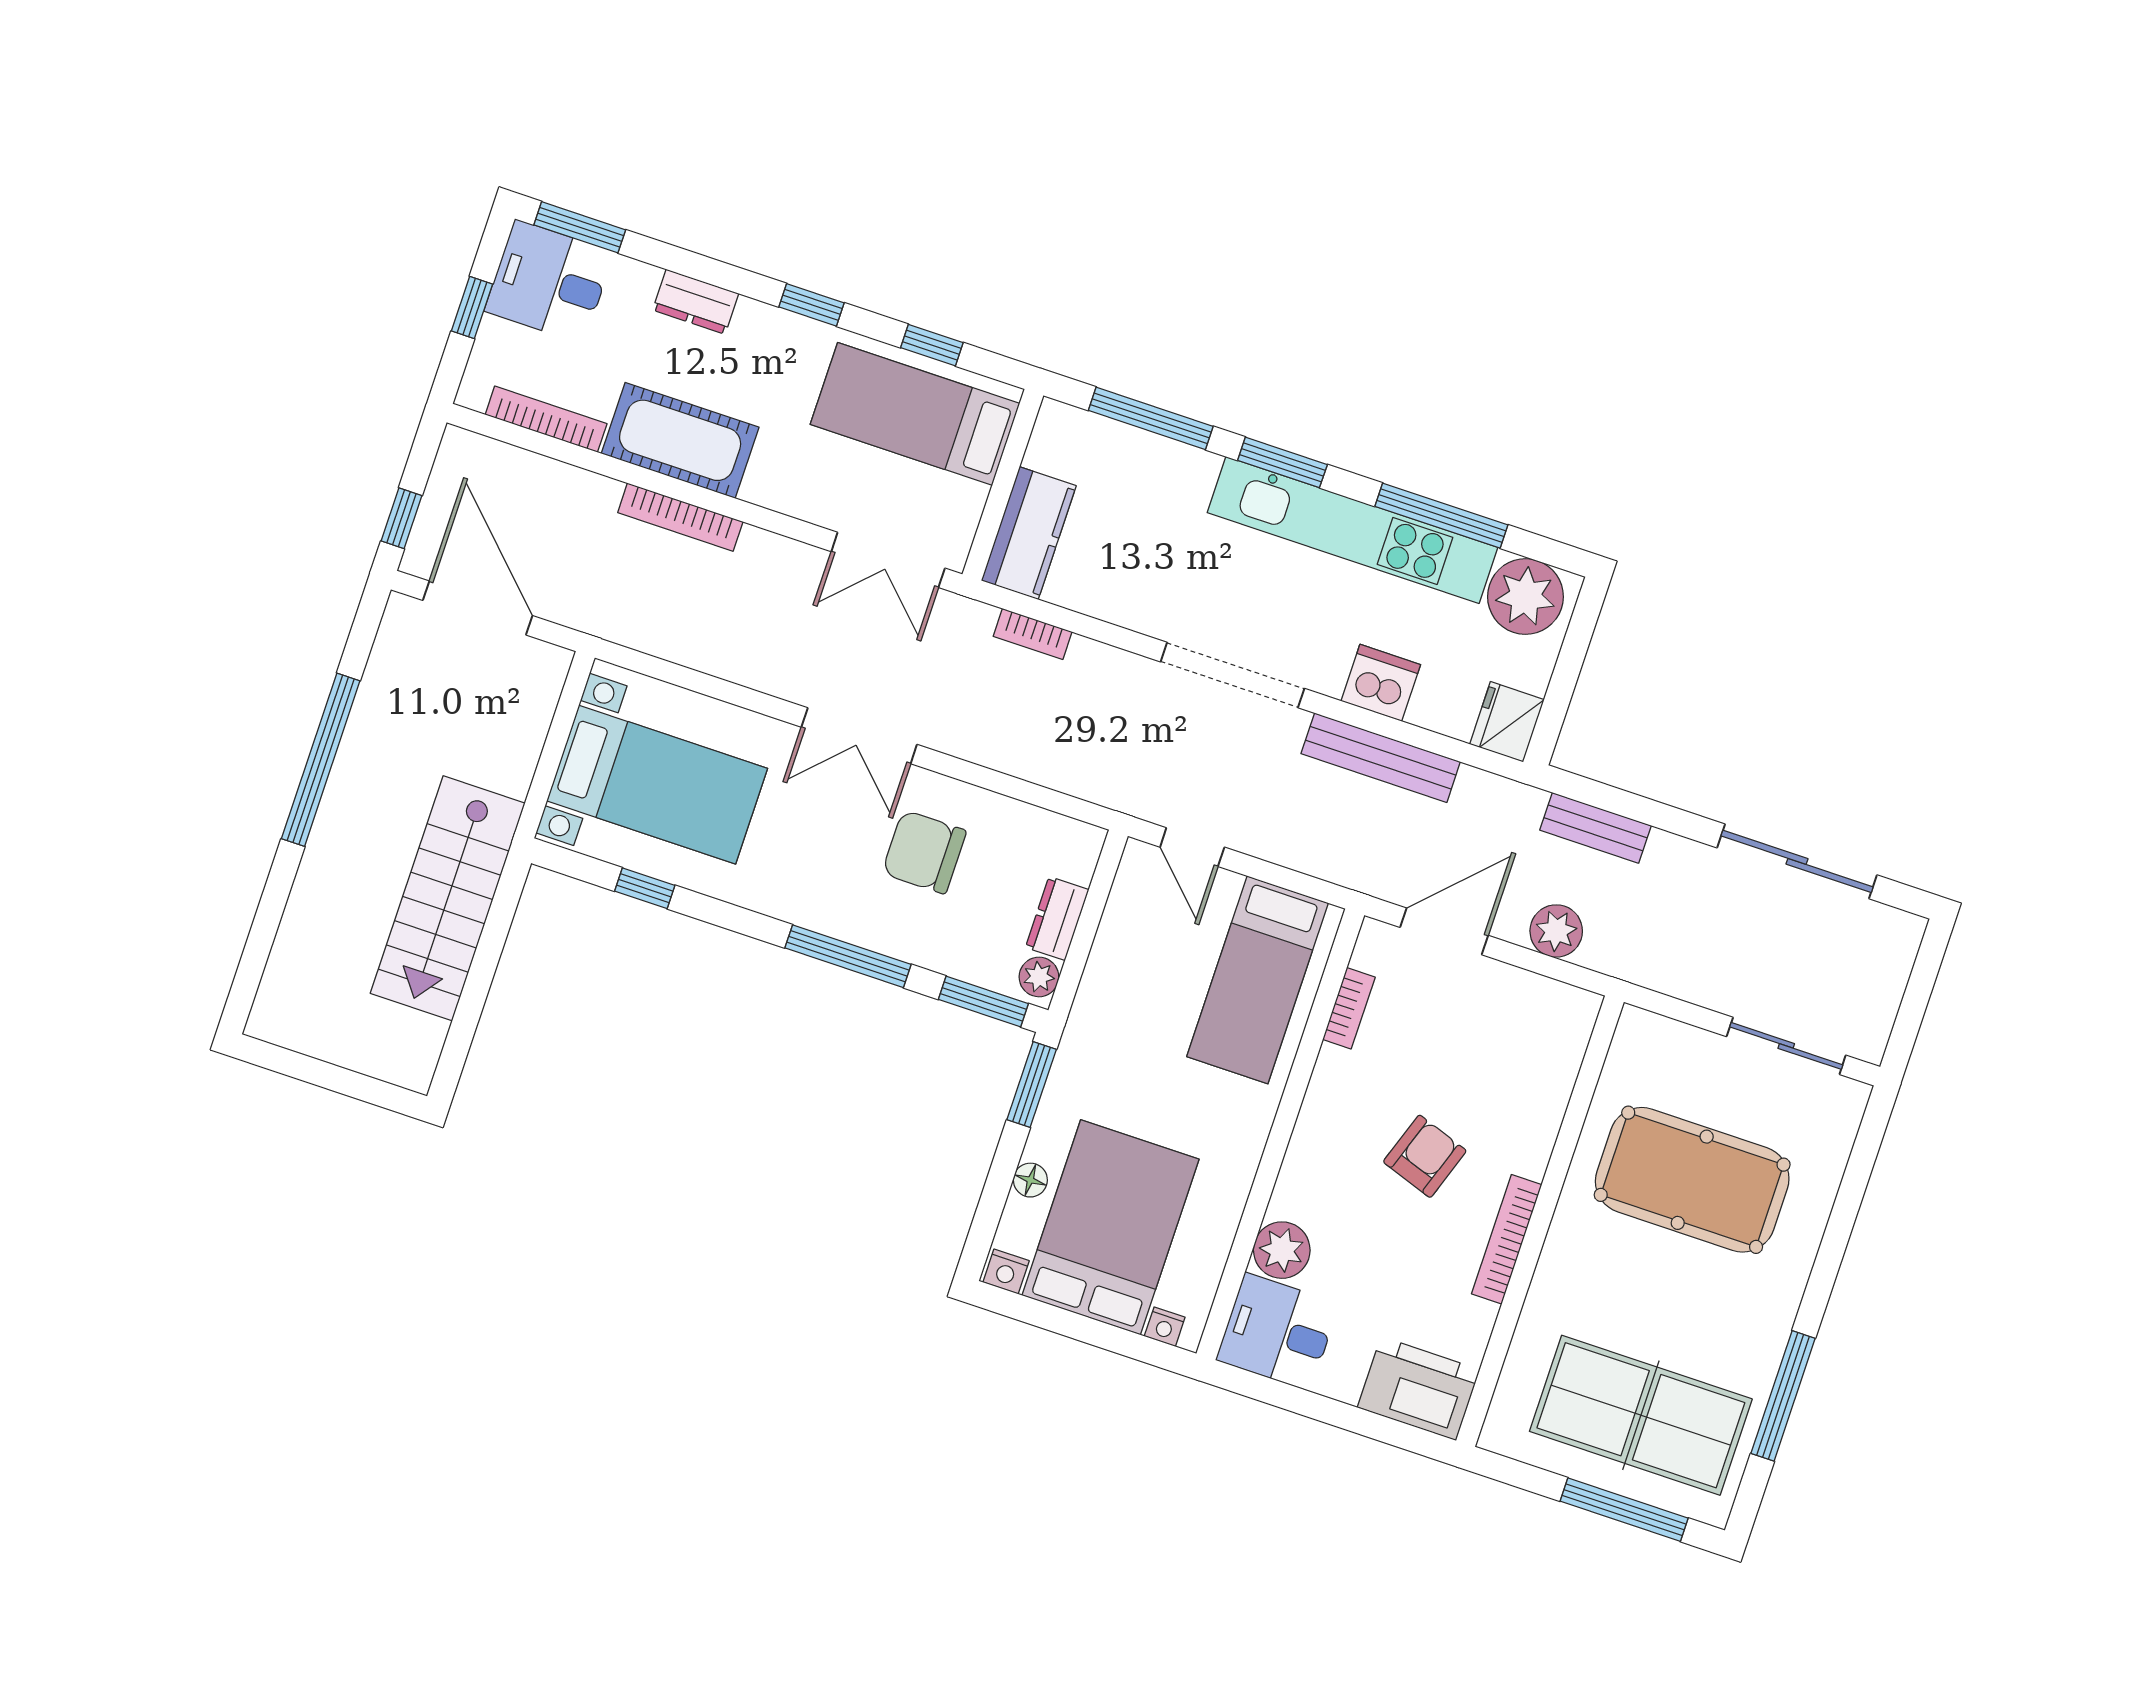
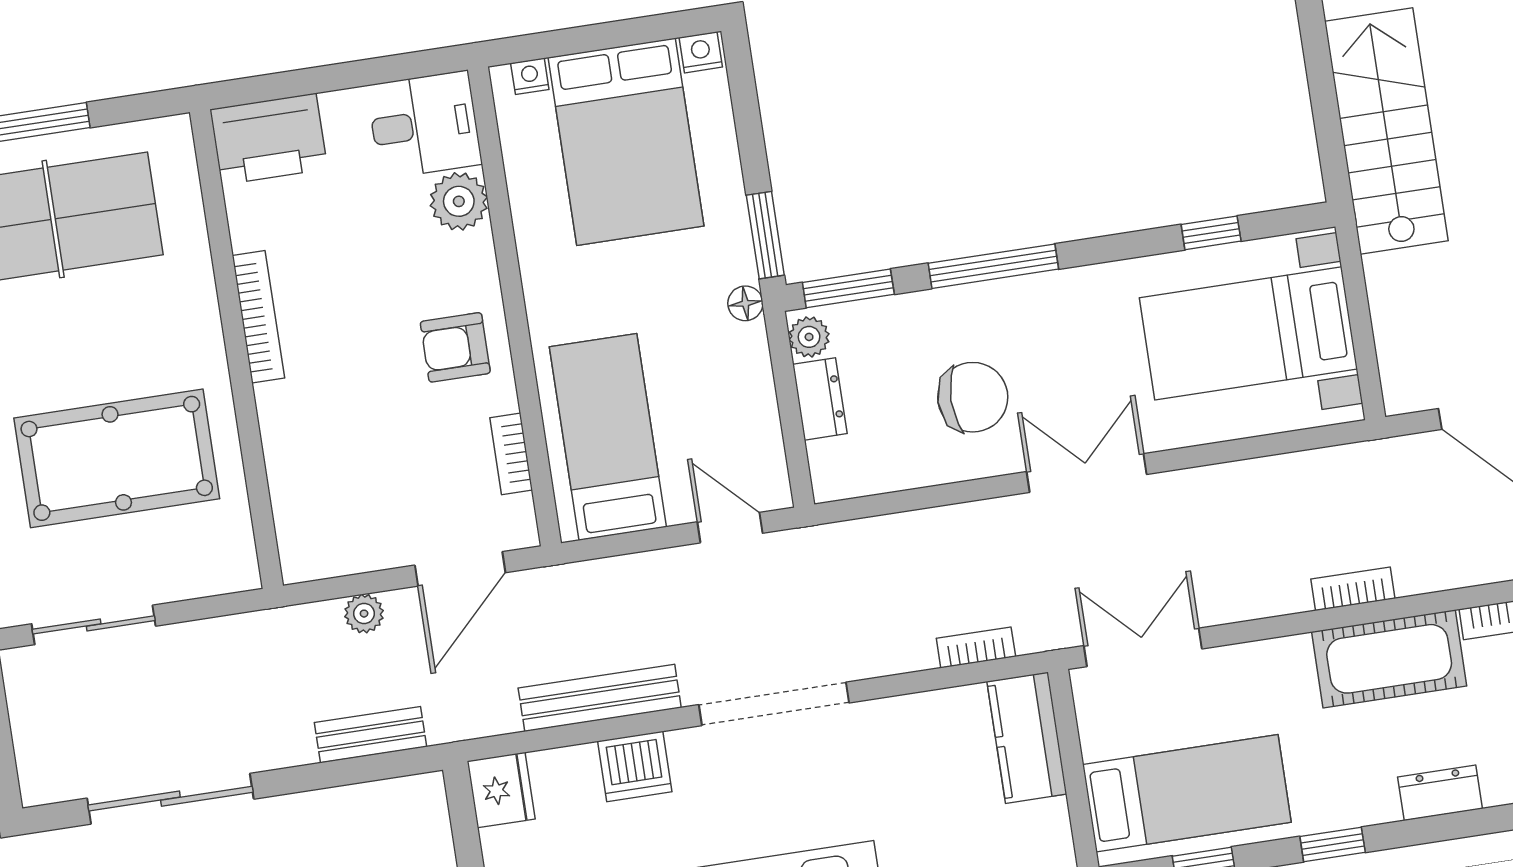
bookcase: (680, 517) -> (1353, 589), width x0.64
plant: (1556, 931) -> (364, 614), width x0.73, depth x0.73
armchair: (1425, 1156) -> (455, 347), moved, turned 71
floor lamp: (1030, 1180) -> (745, 303), moved

